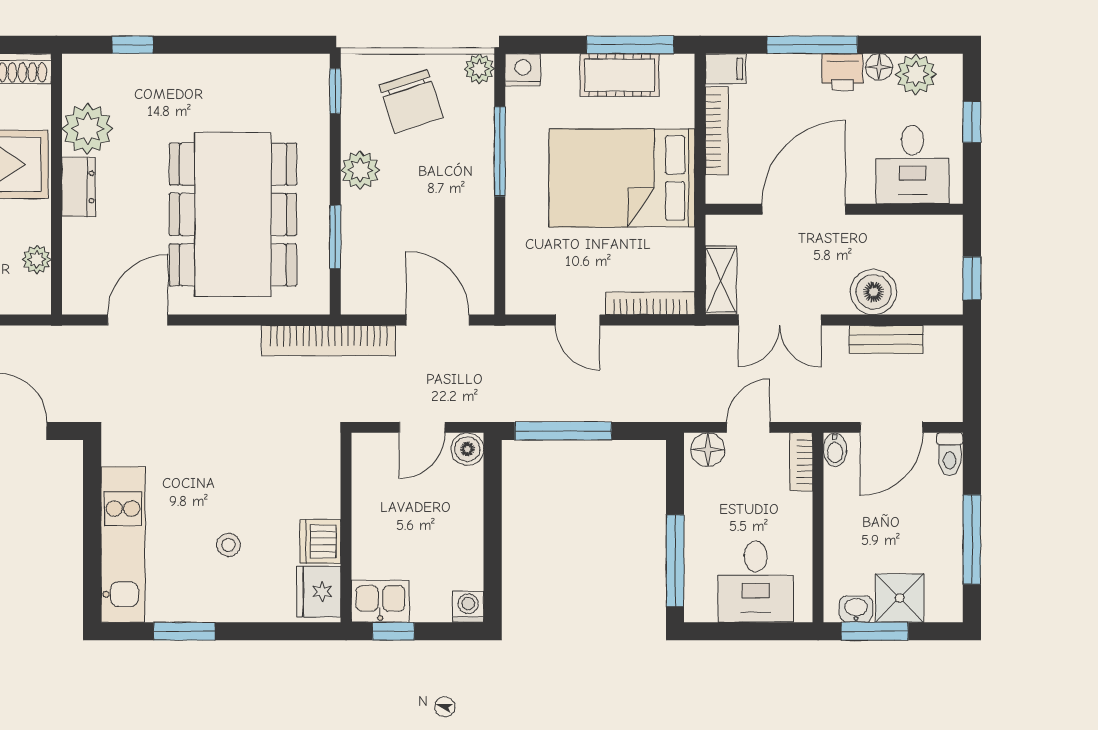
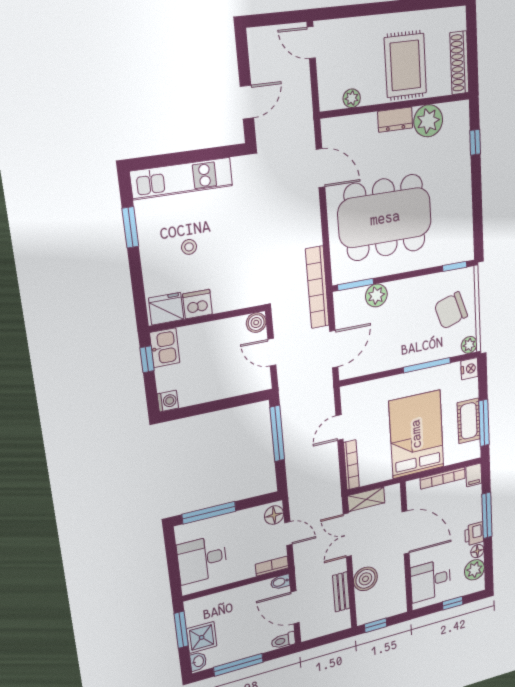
plant: (360, 170) -> (376, 295), moved
window: (335, 237) -> (356, 285), moved
boiler: (467, 449) -> (256, 323), moved
washbasin: (856, 609) -> (198, 661), moved

